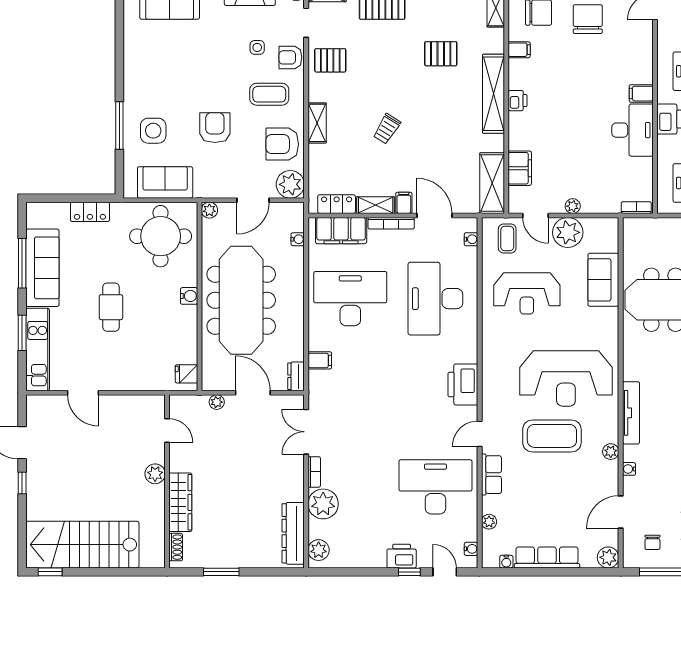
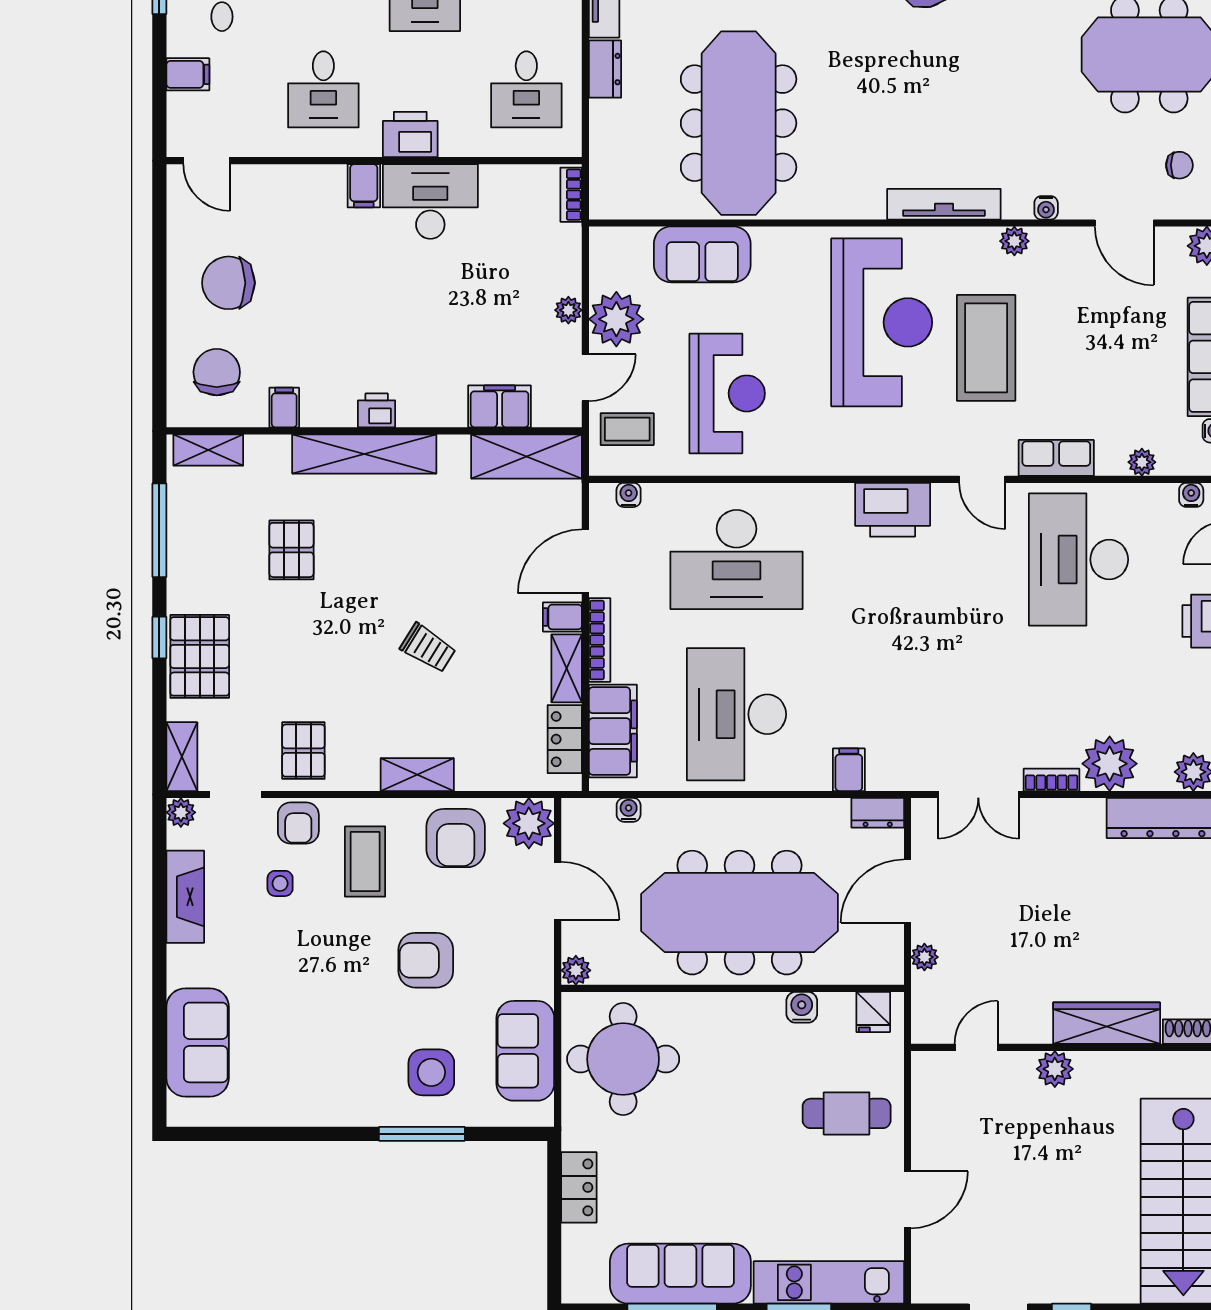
water cooler: (189, 296) -> (802, 1007), moved
cafe table: (111, 307) -> (847, 1113), moved

